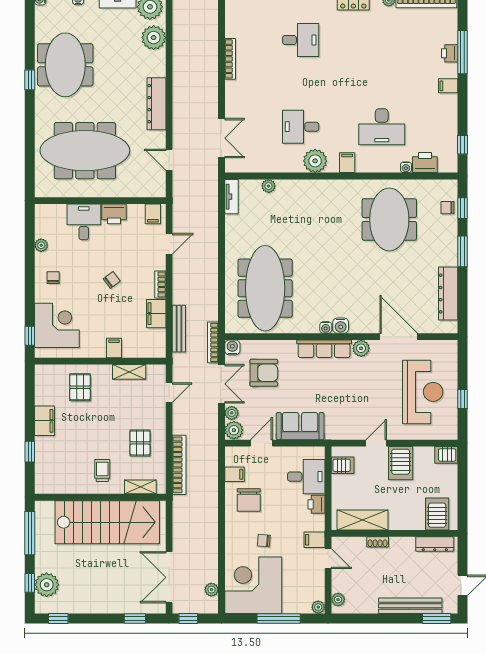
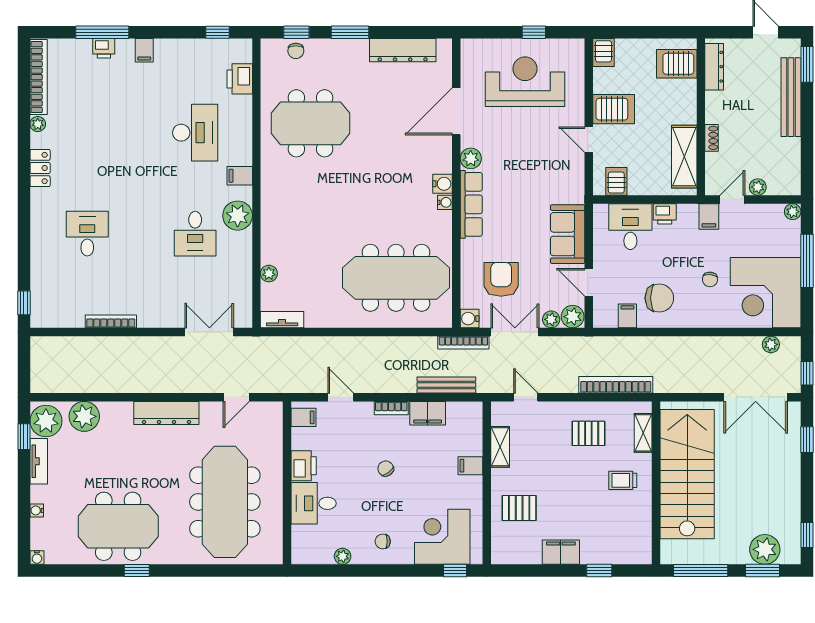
water cooler: (406, 167) -> (246, 103), removed
window: (30, 583) -> (763, 571), width x1.50
plant: (338, 600) -> (758, 187), moved

